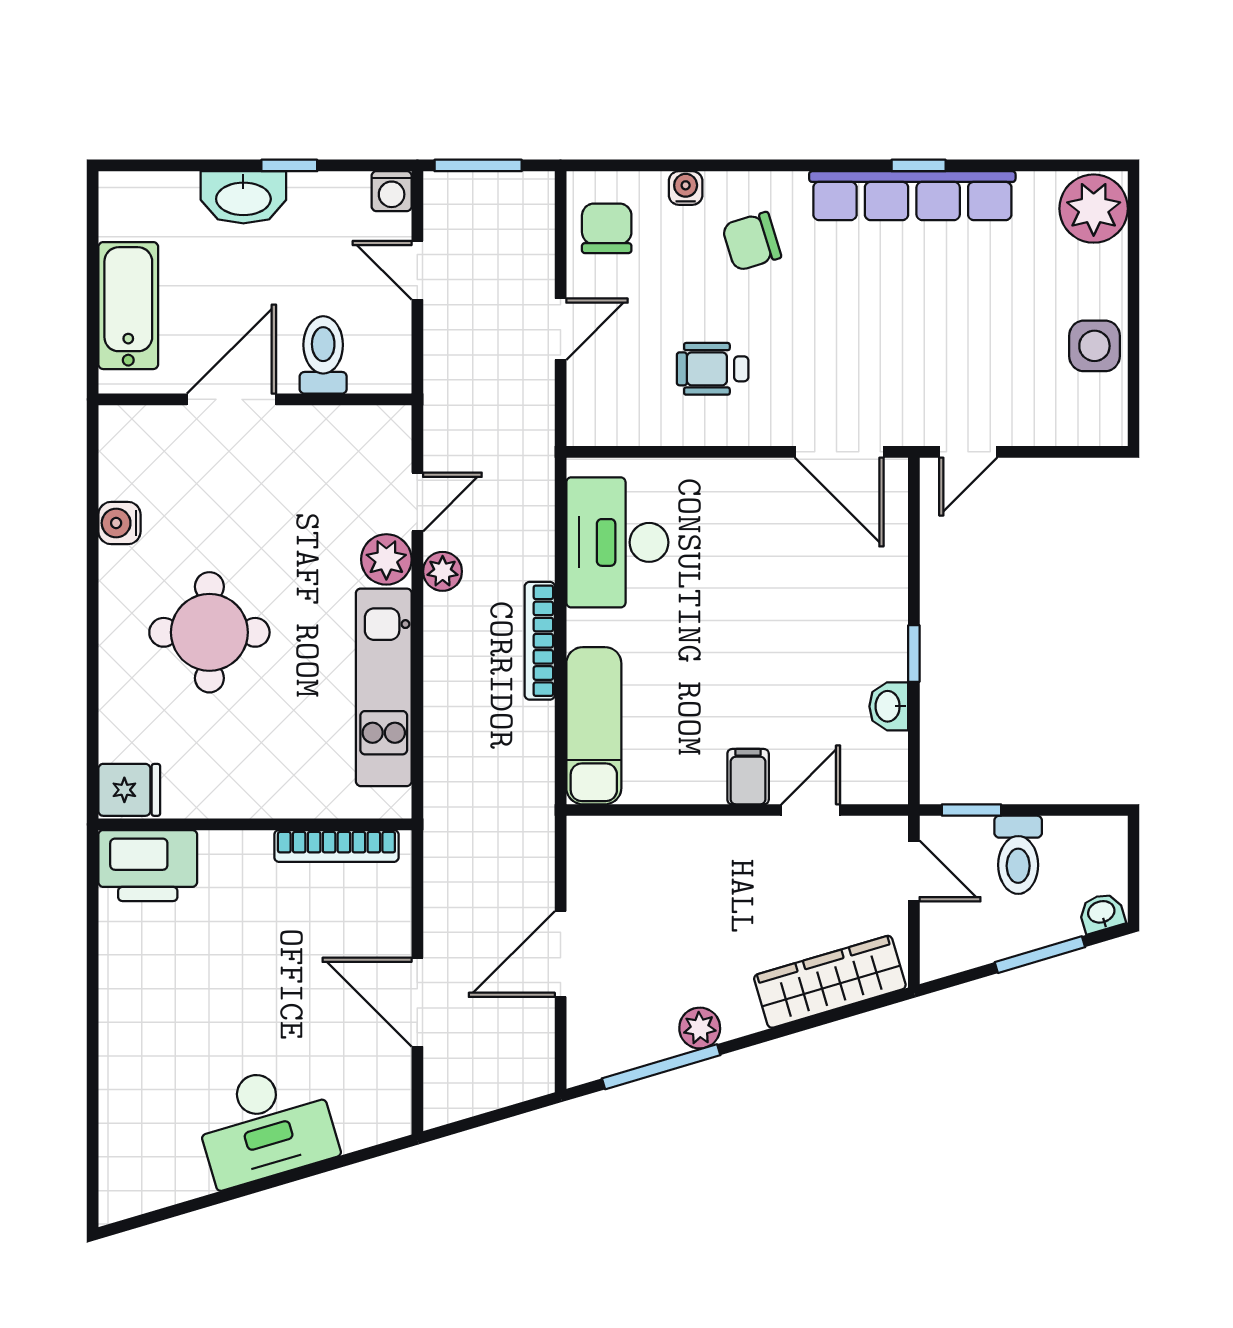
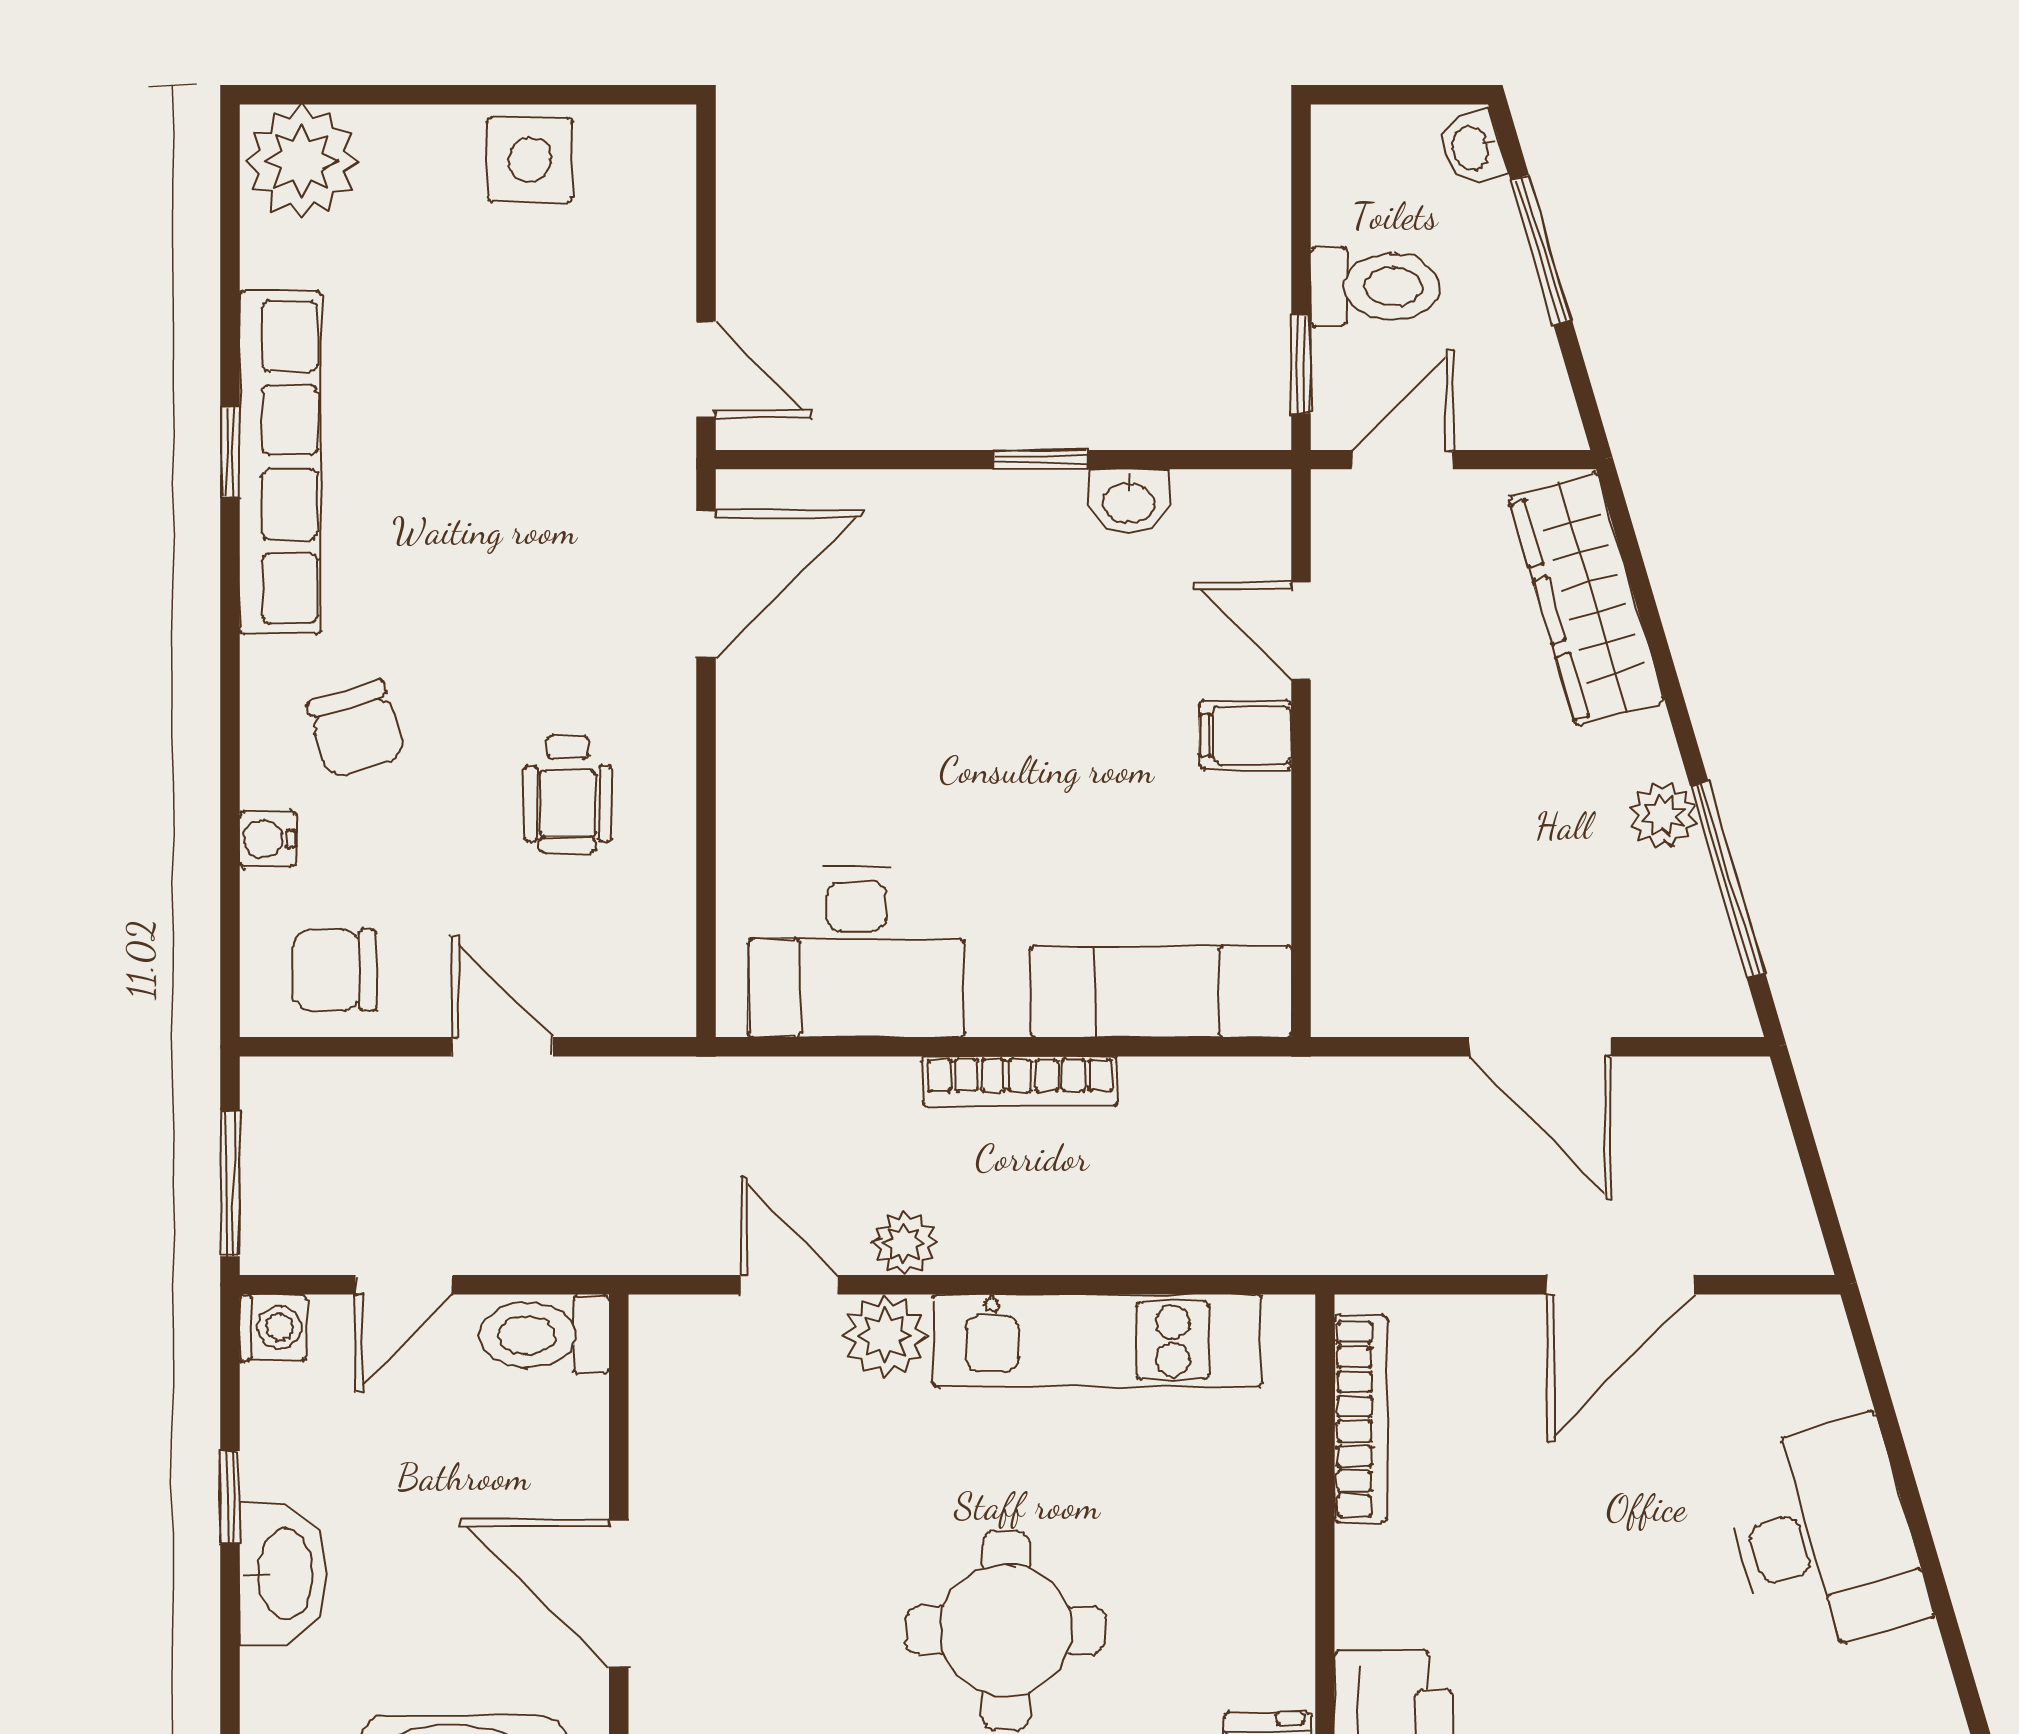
toilet: (323, 355) -> (545, 1335), moved

